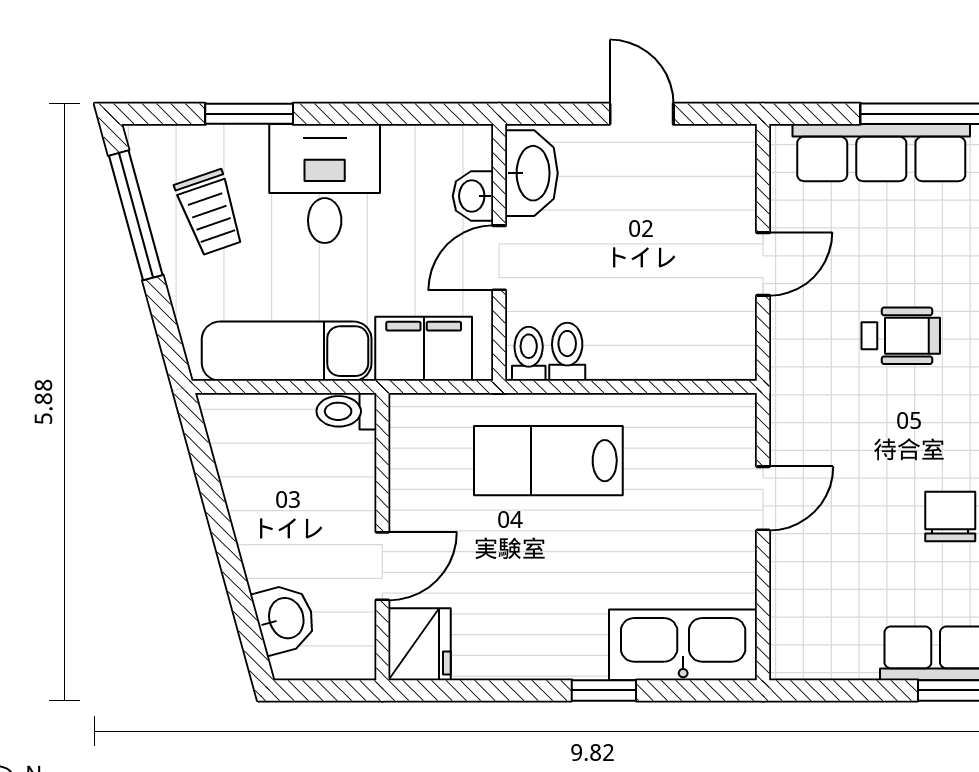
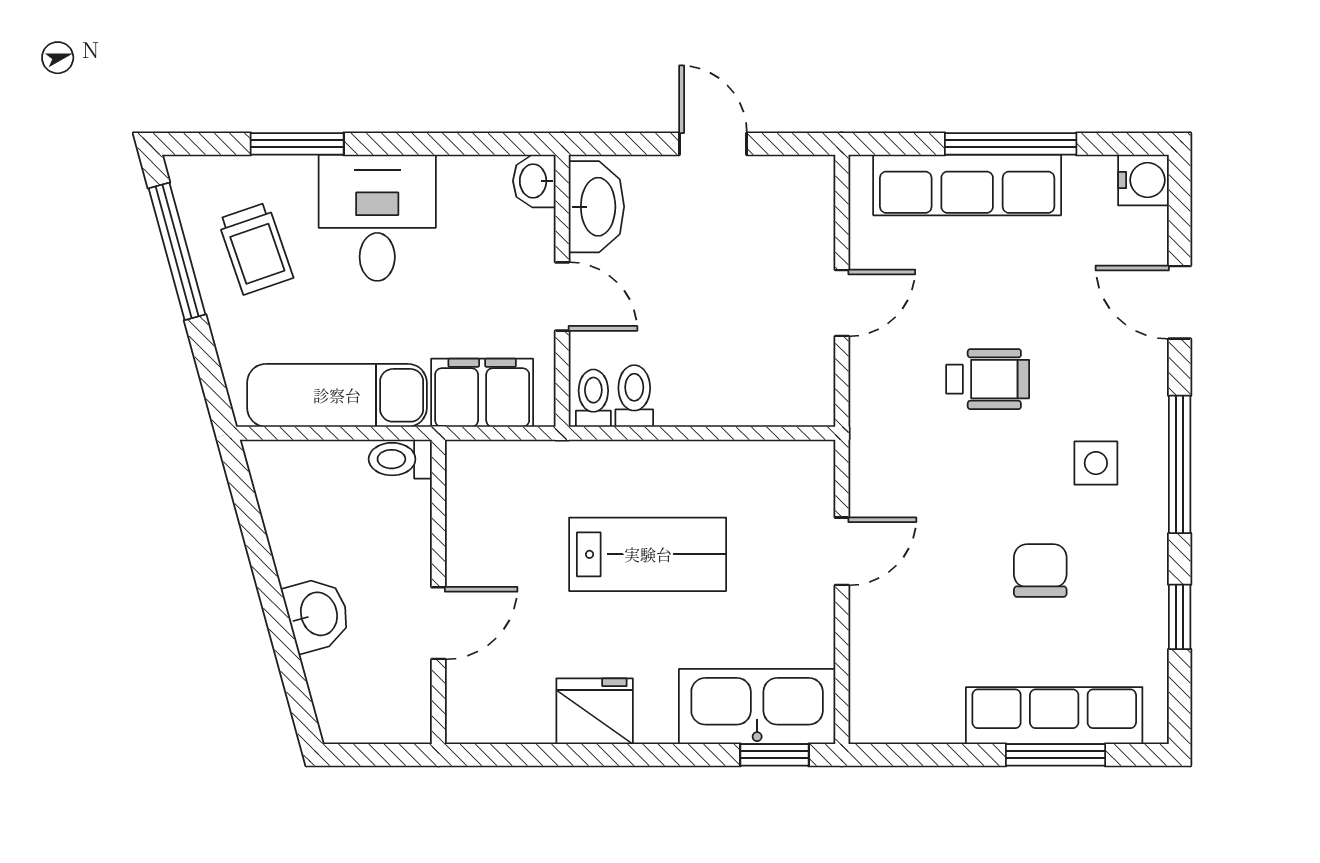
washbasin: (473, 196) -> (534, 181), moved
door: (499, 258) -> (562, 296), swing flipped
lab bench: (548, 461) -> (648, 554), moved, turned 180
washbasin: (285, 619) -> (317, 614), moved
fridge: (420, 644) -> (595, 711), moved, turned -90
window: (604, 690) -> (775, 755), moved

